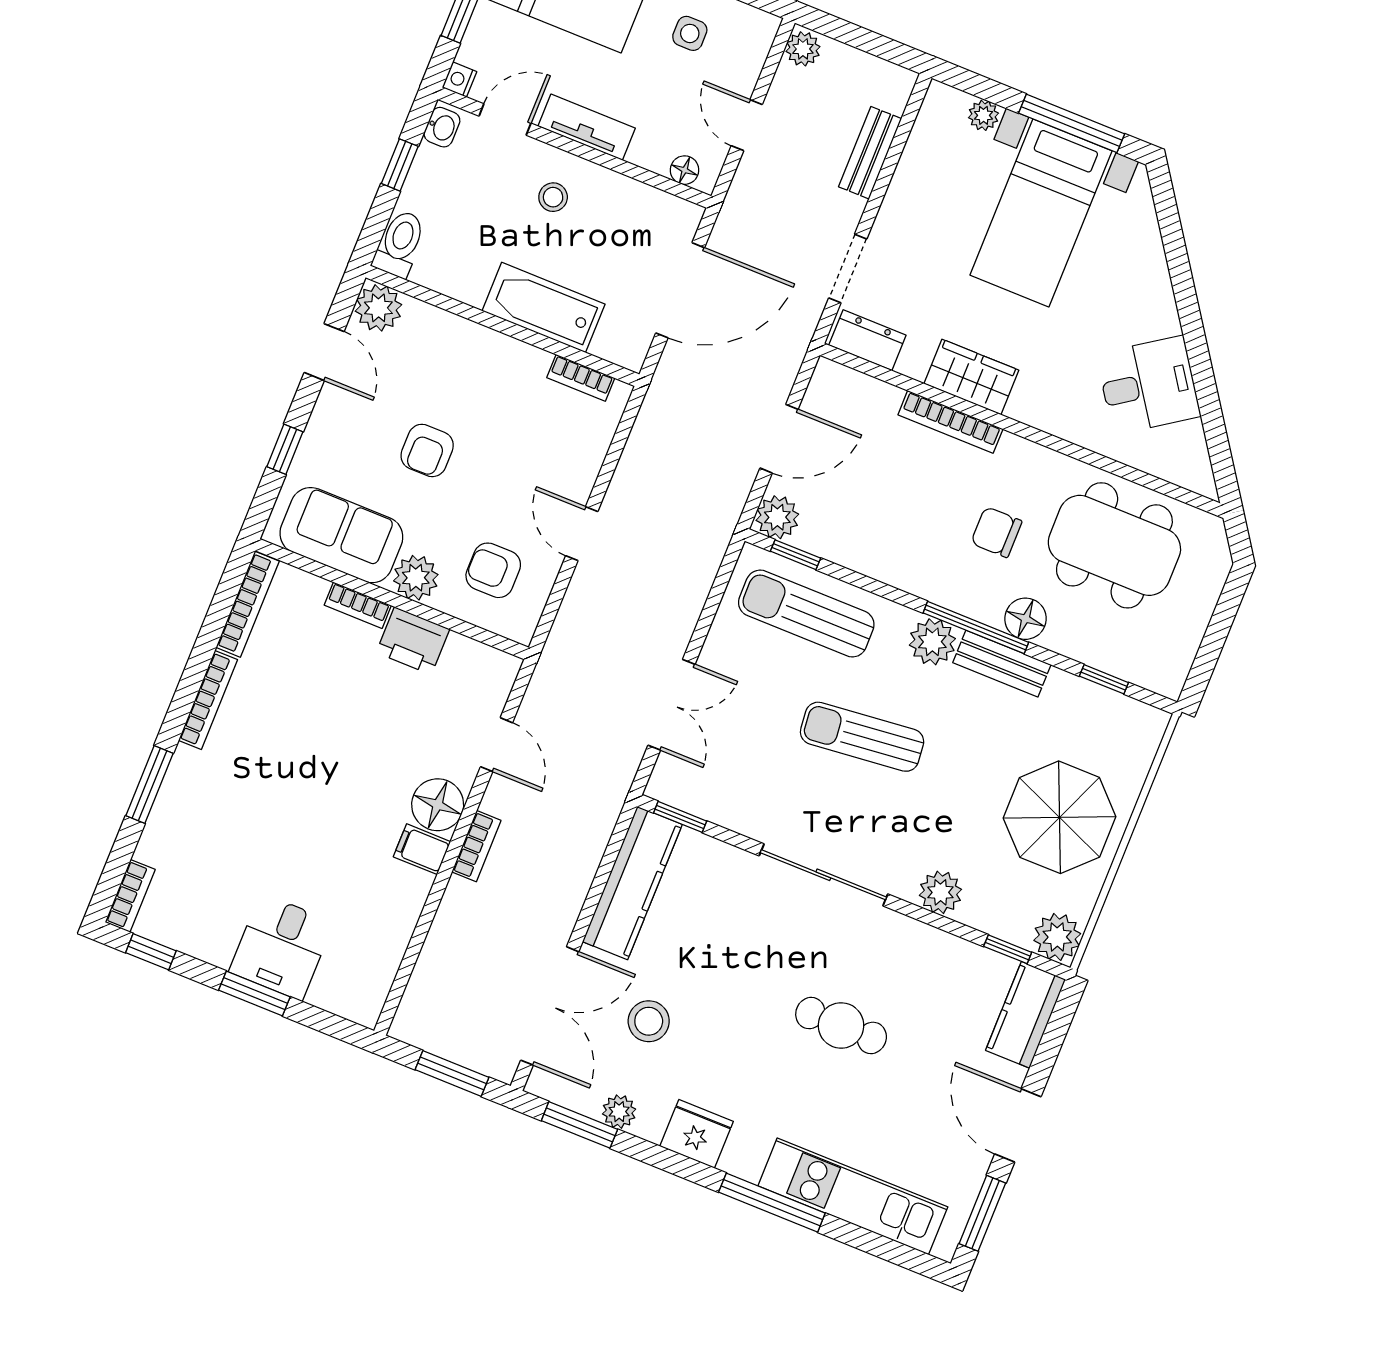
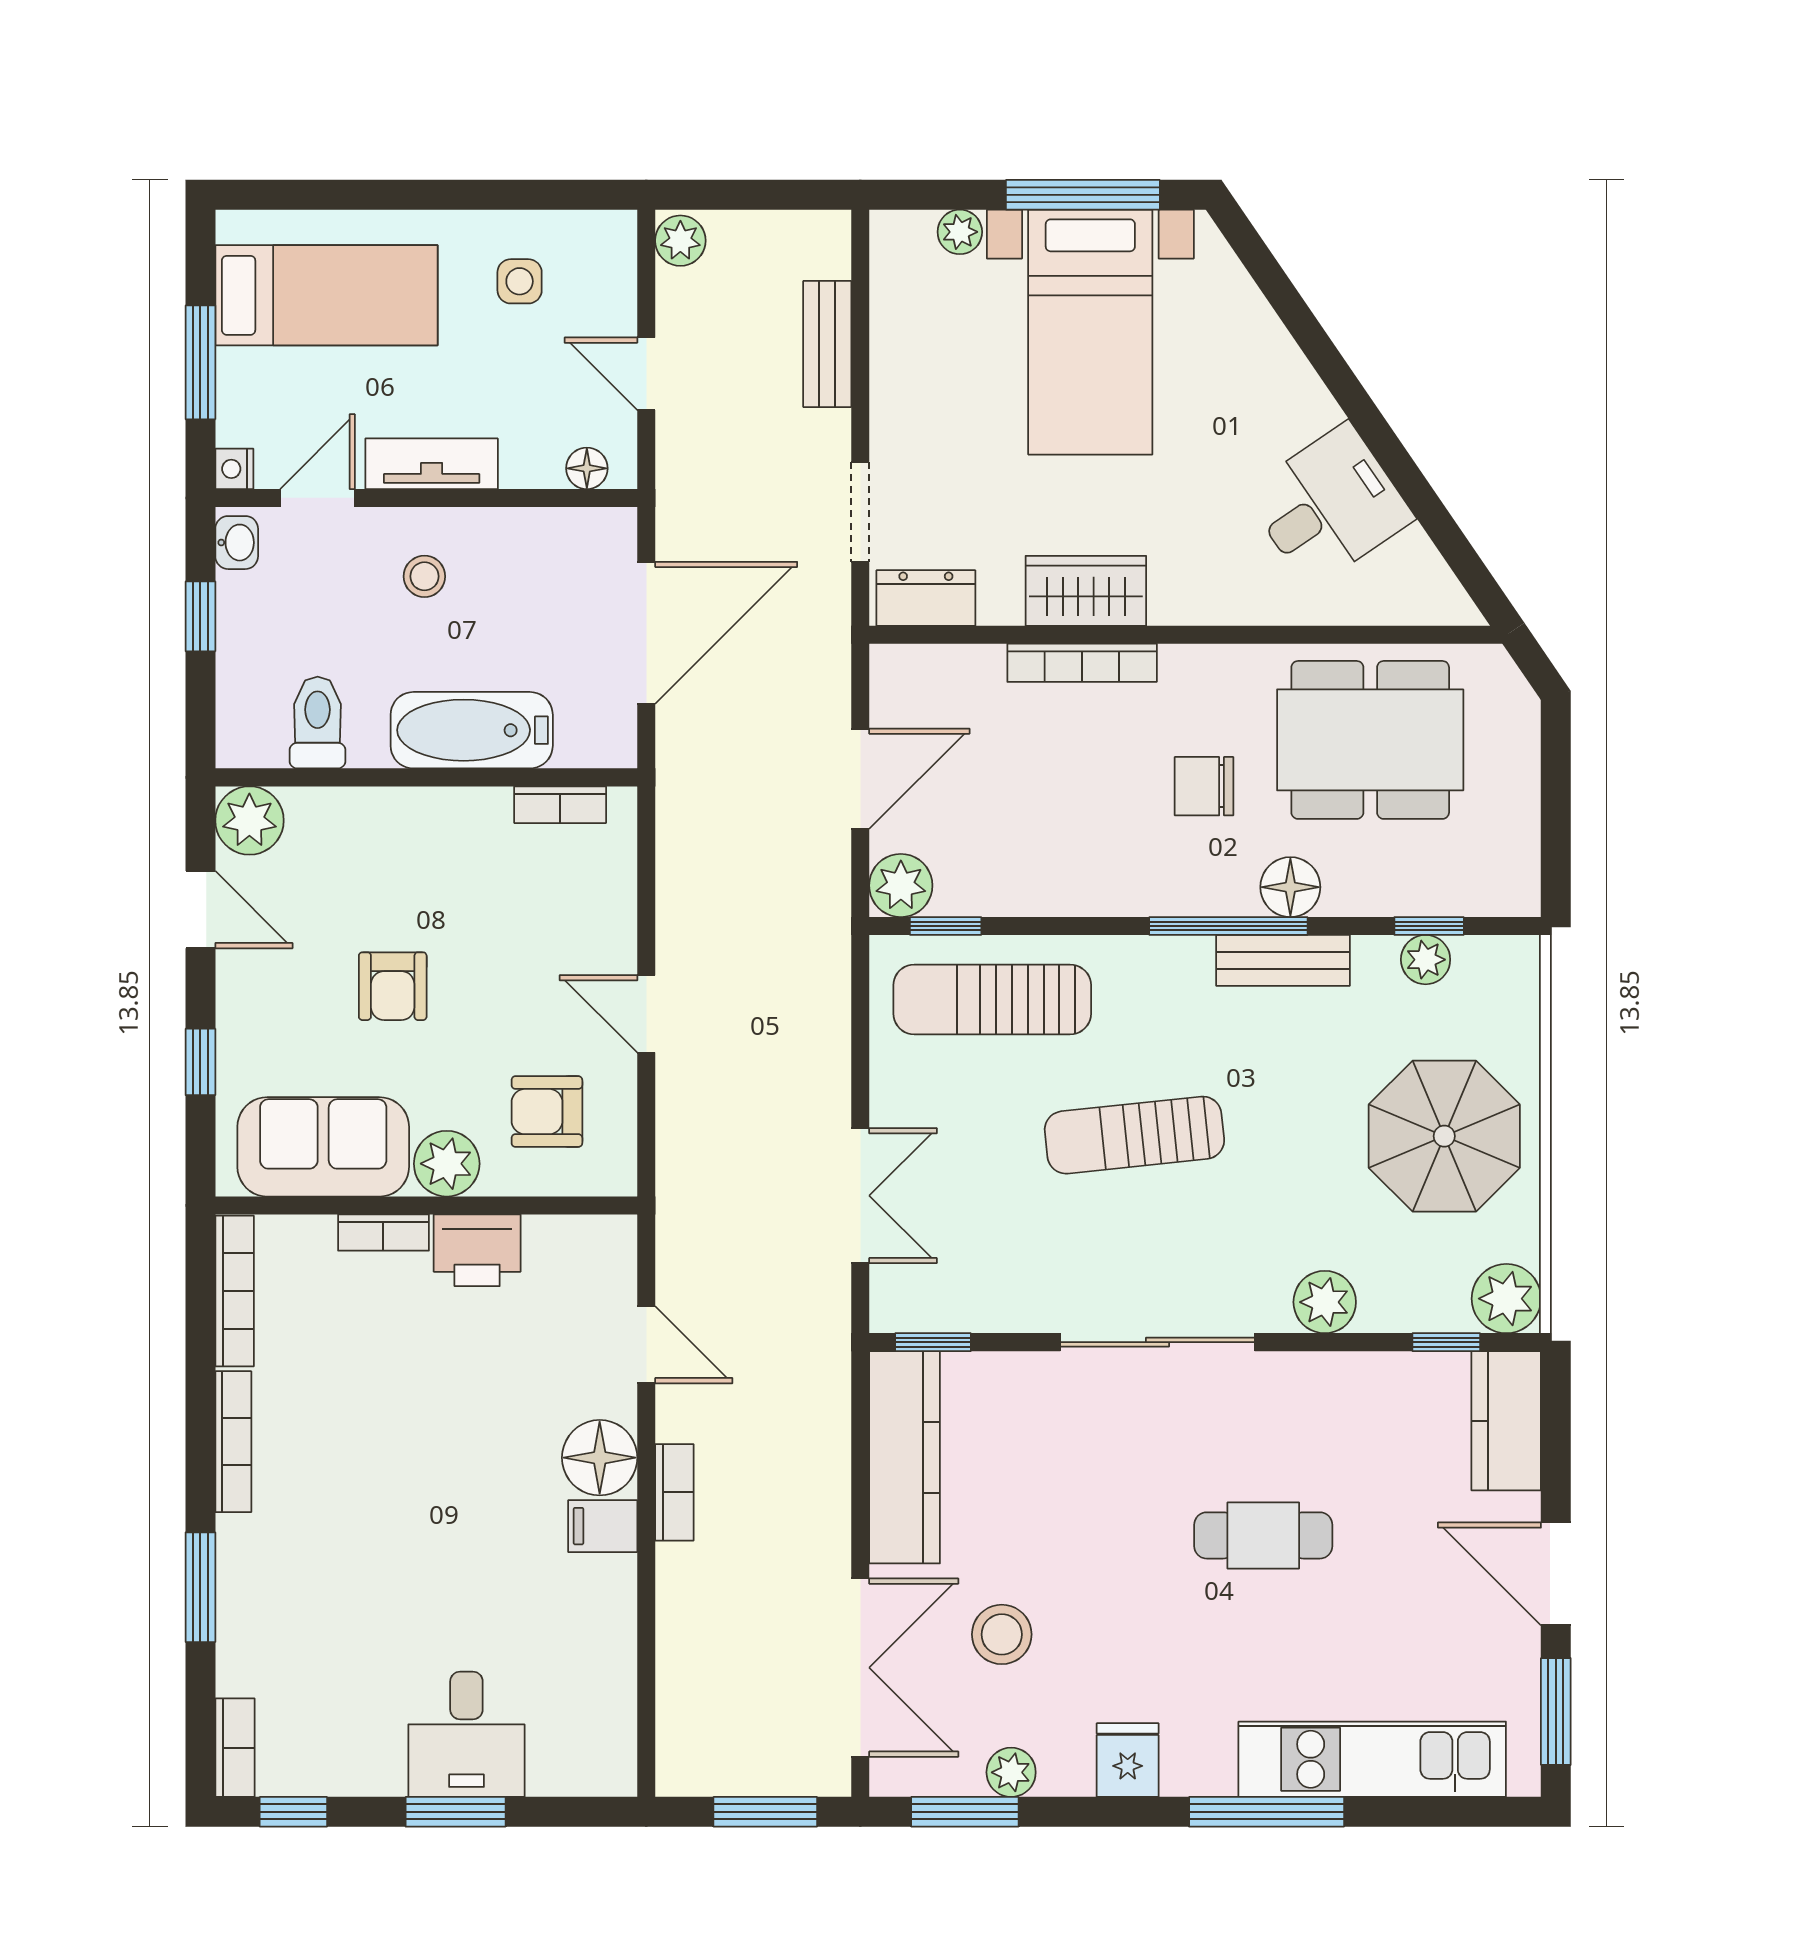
toilet: (400, 244) -> (318, 723), moved
plant: (932, 642) -> (1426, 960), moved, width x0.73, depth x0.73
fridge: (697, 1134) -> (1128, 1760), width x0.72

